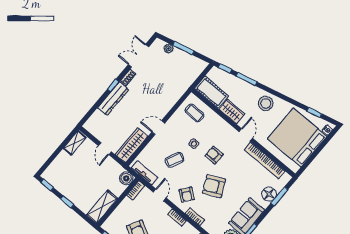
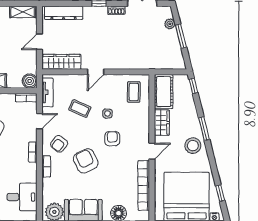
window: (246, 79) -> (204, 129), moved
dresser: (113, 99) -> (64, 13), moved
door: (158, 128) -> (96, 72), swing flipped

